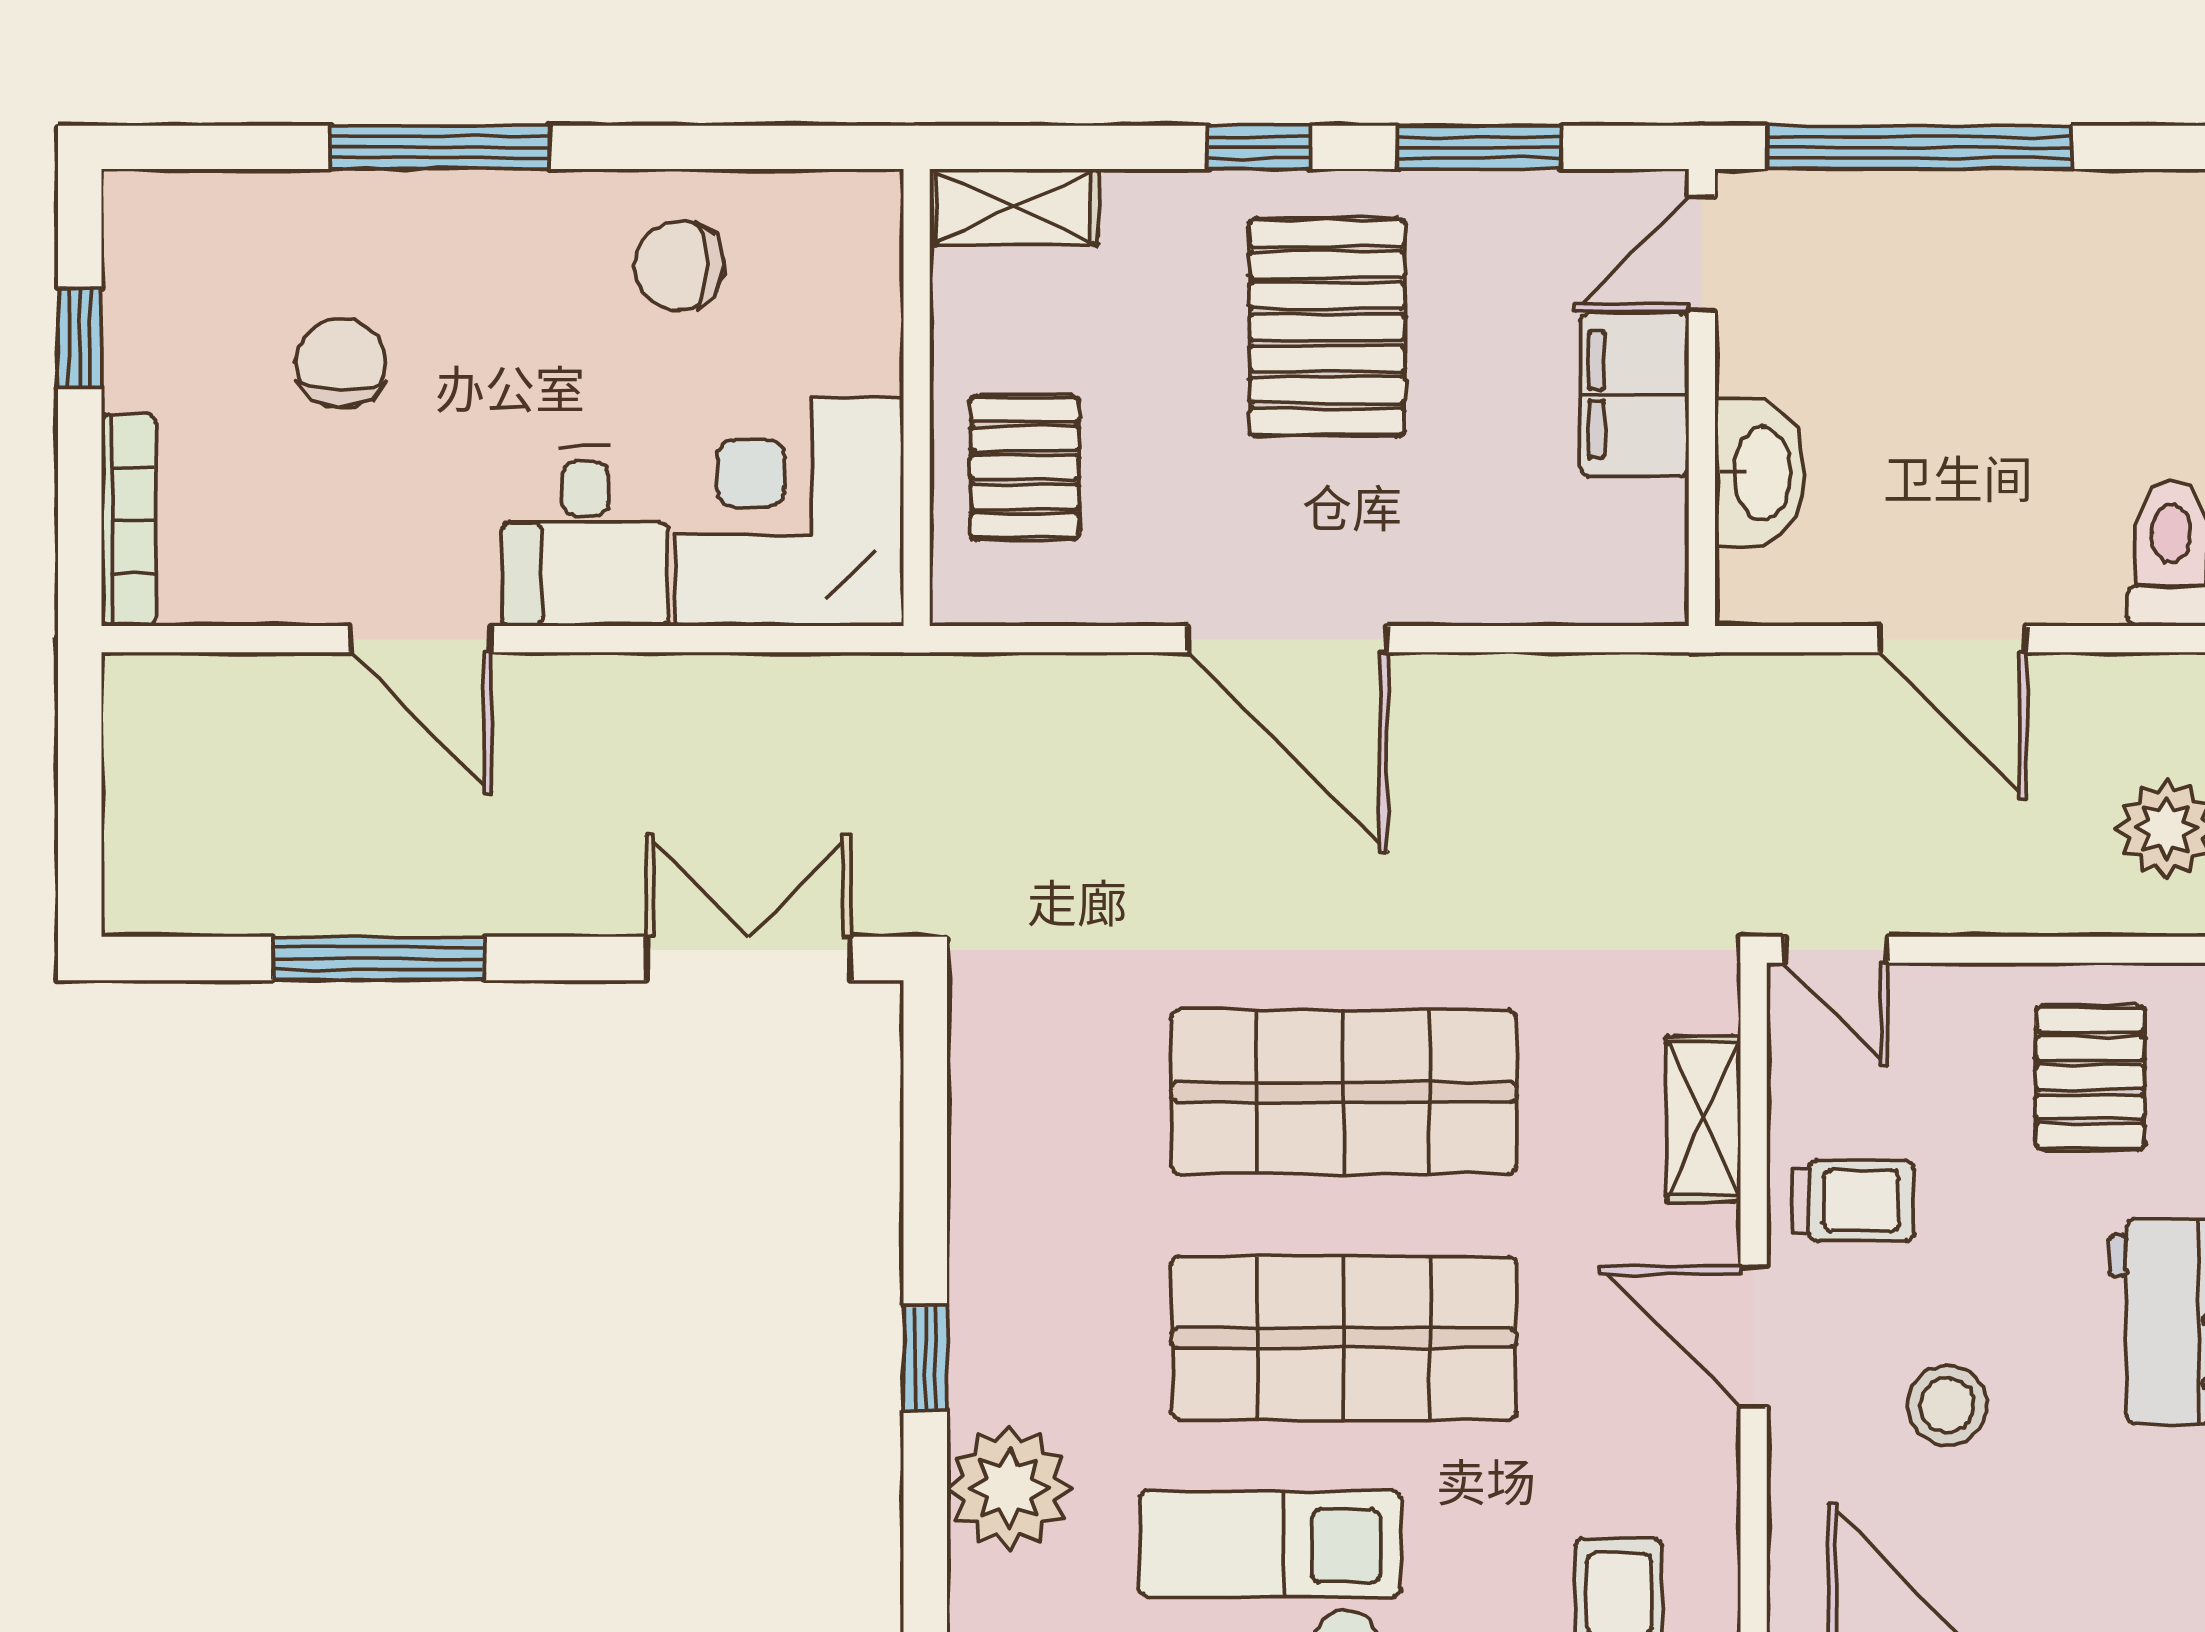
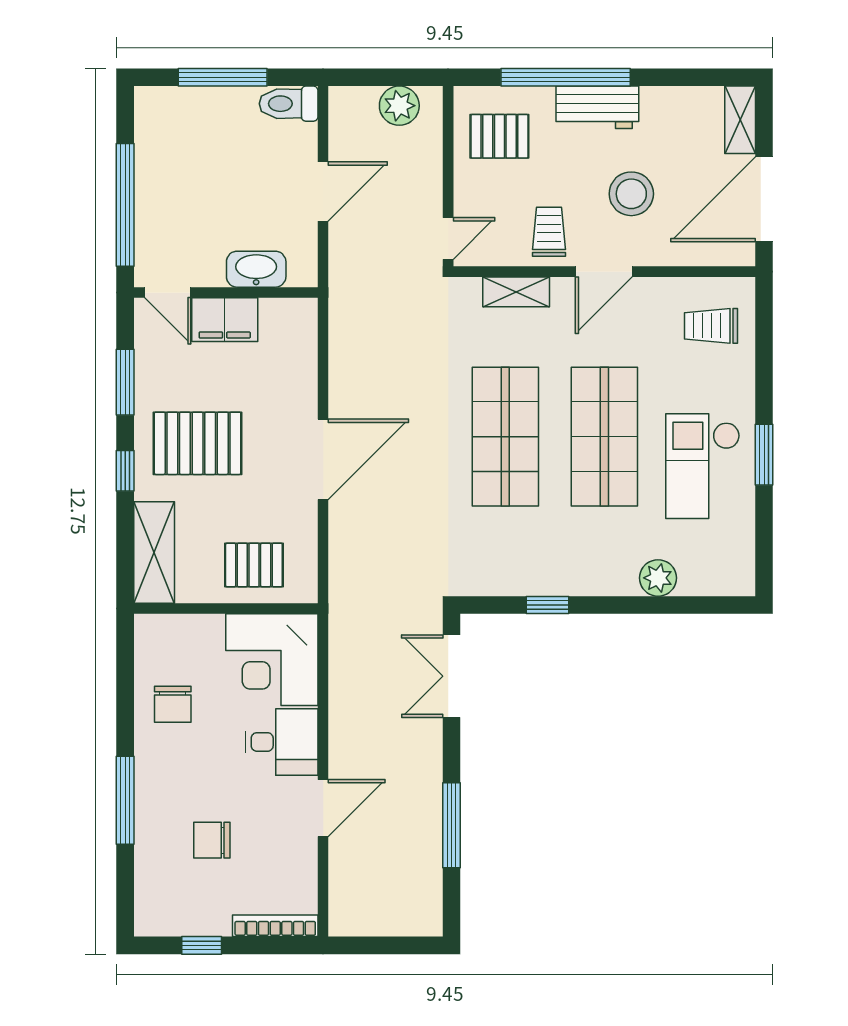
shelving: (1014, 207) -> (154, 553), width x1.50, depth x1.33
window: (925, 1358) -> (547, 605), moved
stool: (1947, 1405) -> (631, 194), width x1.38, depth x1.38
plant: (1009, 1488) -> (658, 578), width x0.73, depth x0.73

